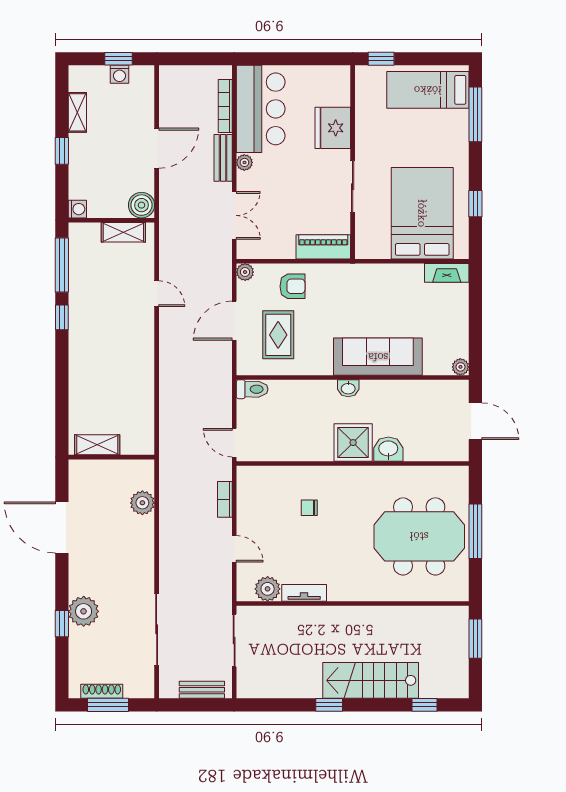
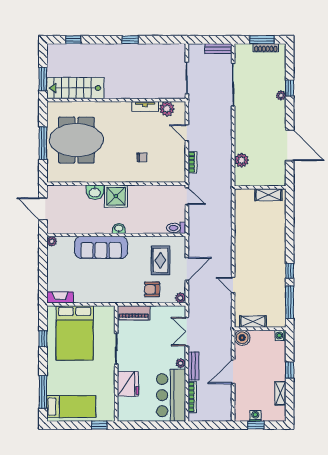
plant: (84, 611) -> (281, 95), width x0.53, depth x0.53
stairs: (371, 680) -> (75, 88), moved, turned 180
bench: (202, 690) -> (218, 49), moved

